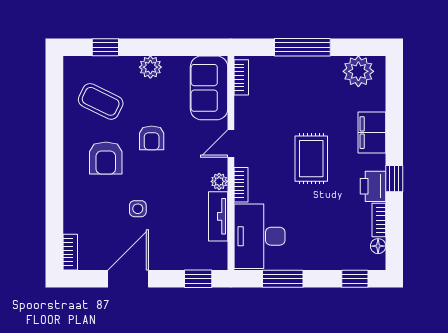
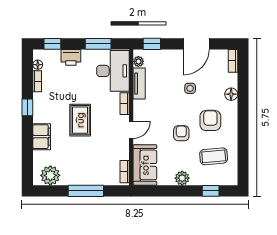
coffee table: (101, 101) -> (214, 156), turned -31
plant: (219, 181) -> (138, 61), moved
printer: (373, 186) -> (71, 57), moved, turned 90
floor lamp: (73, 199) -> (231, 94), added

